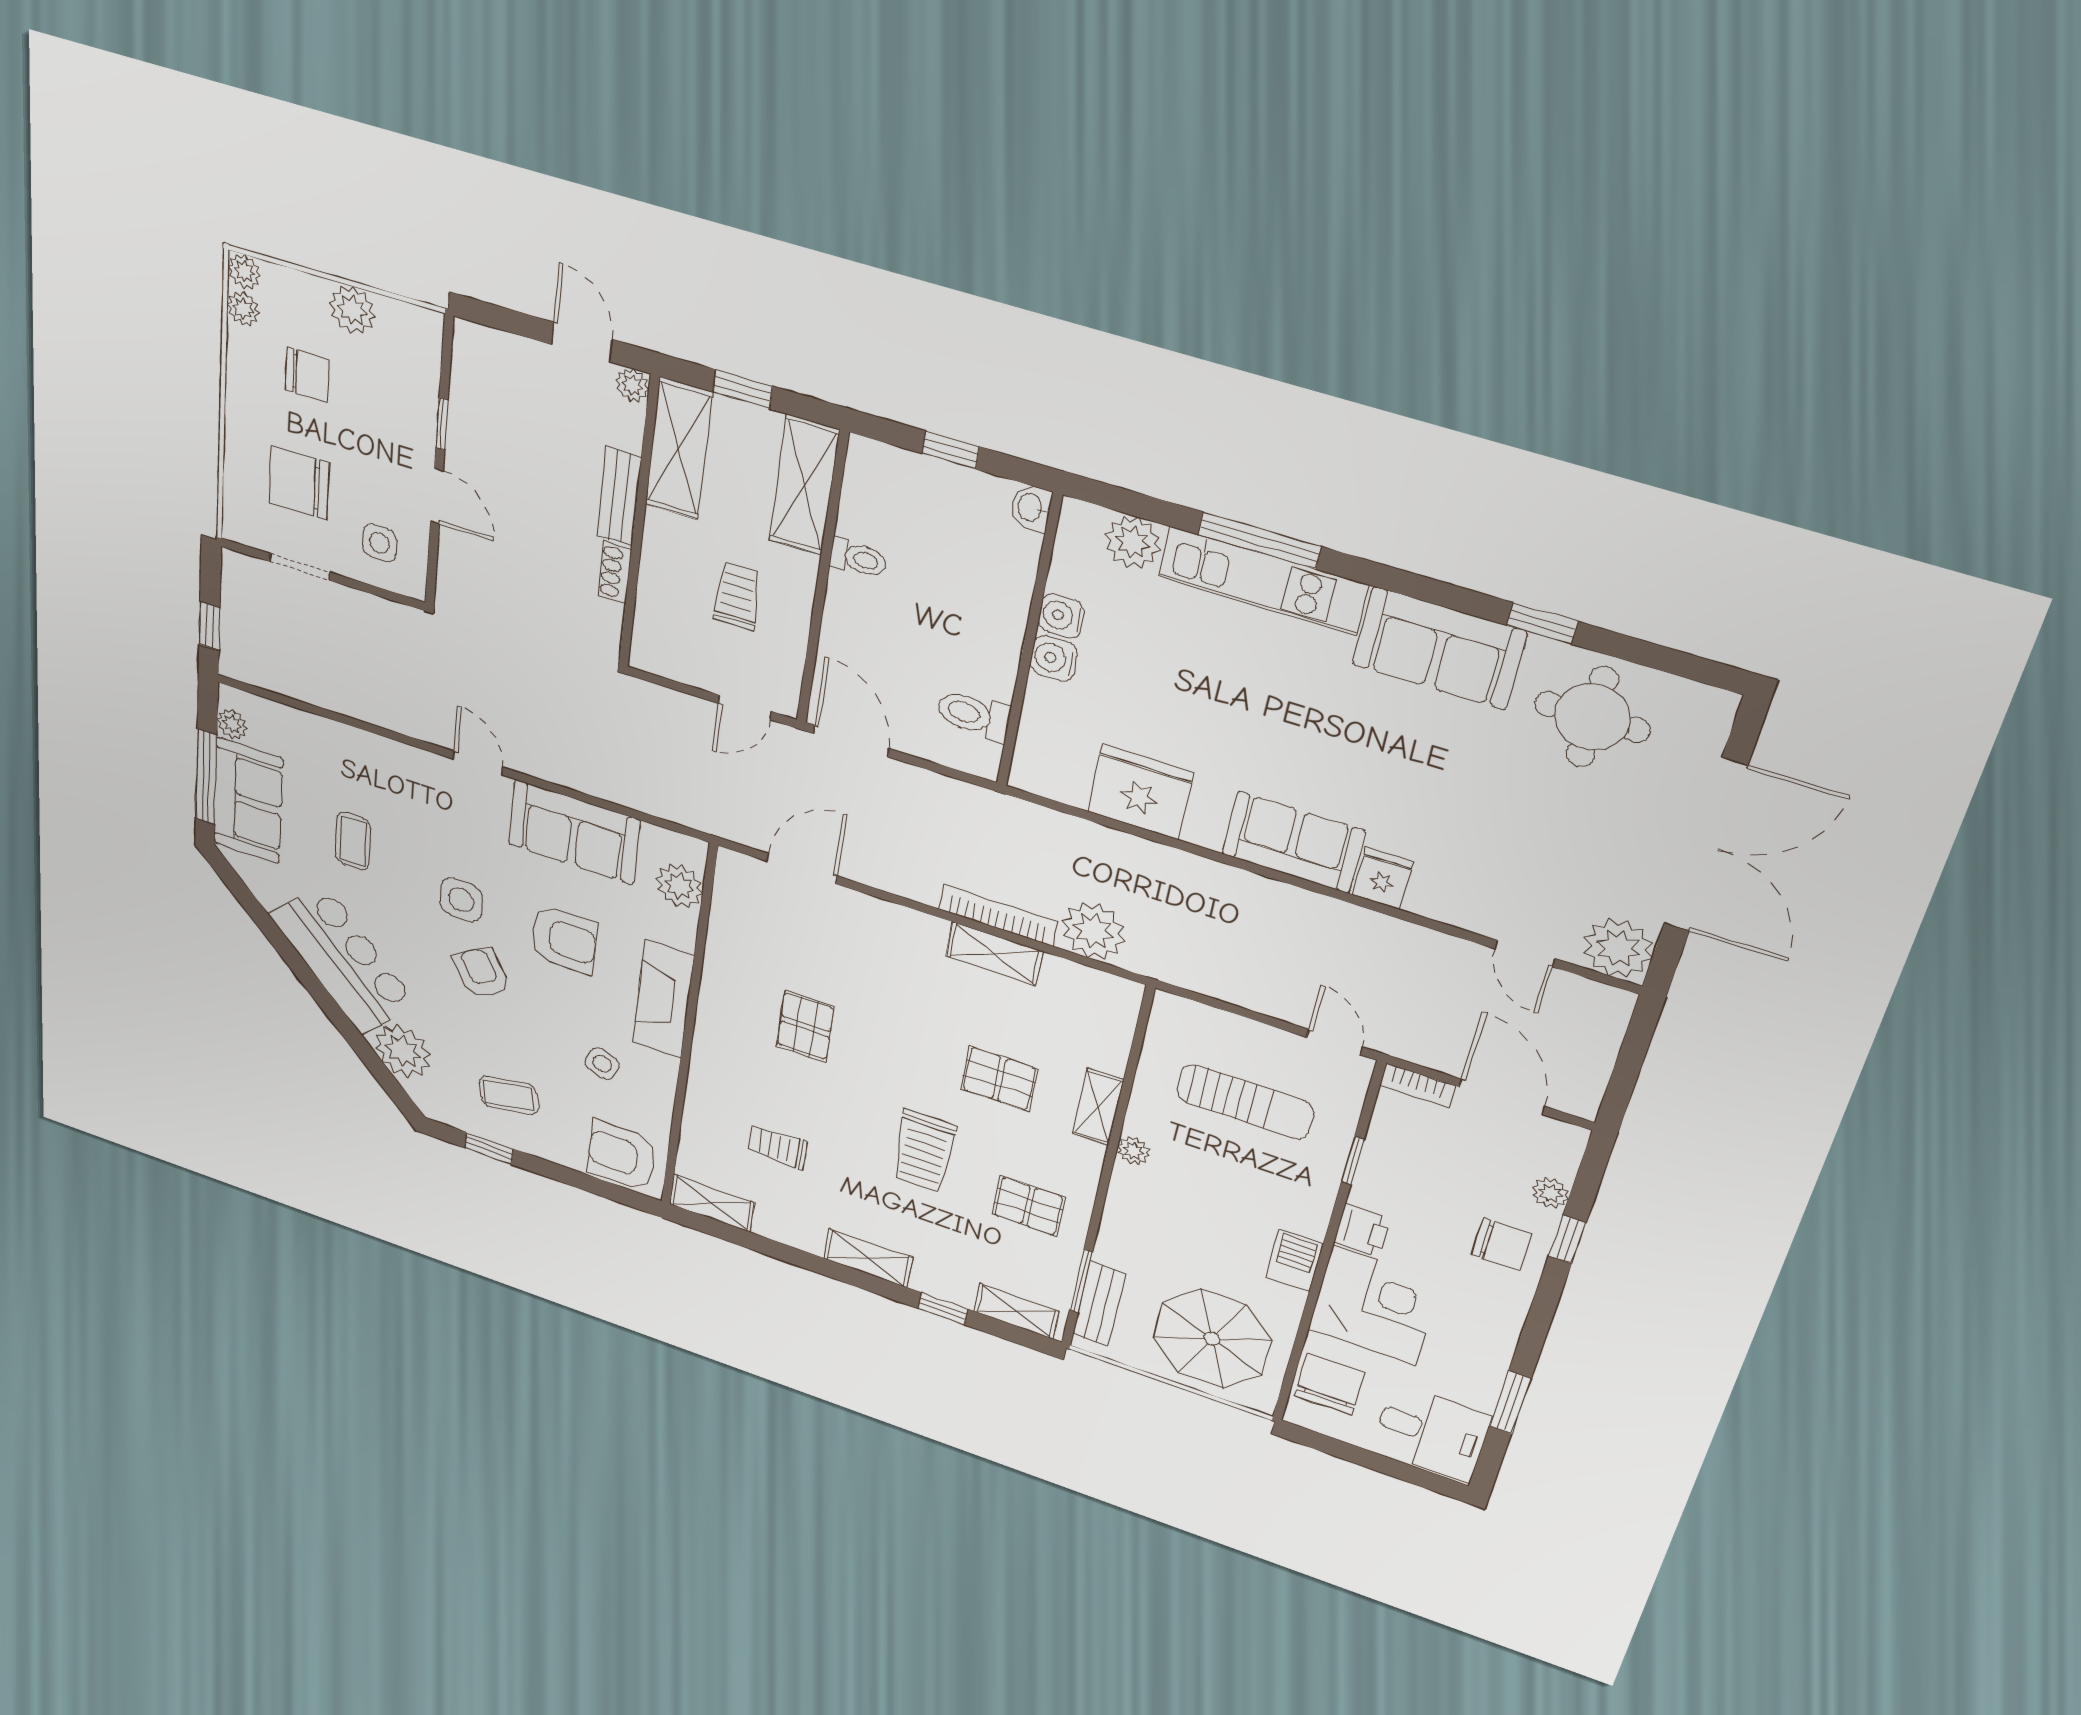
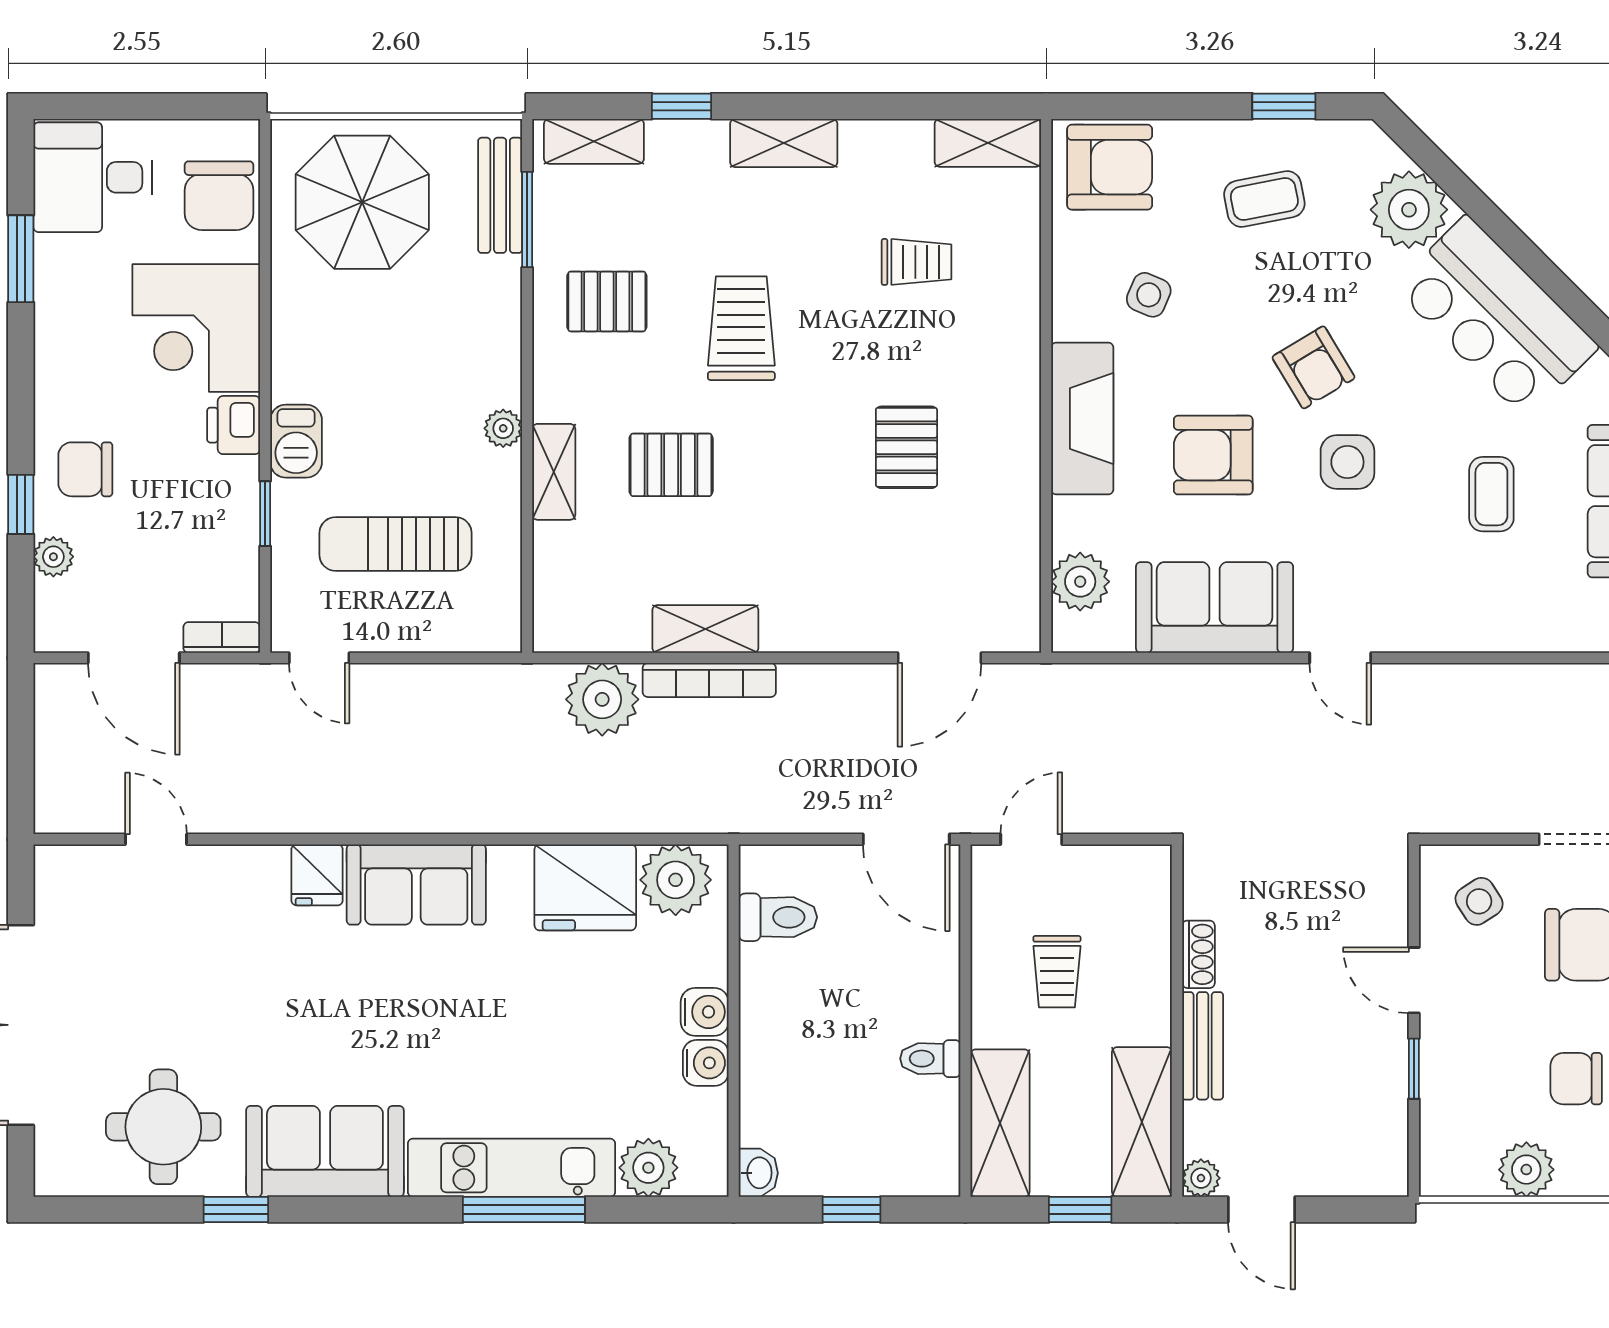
side table: (380, 543) -> (1479, 901), turned -33
plant: (1618, 948) -> (676, 880), moved
barbecue: (1294, 1261) -> (296, 441), moved

